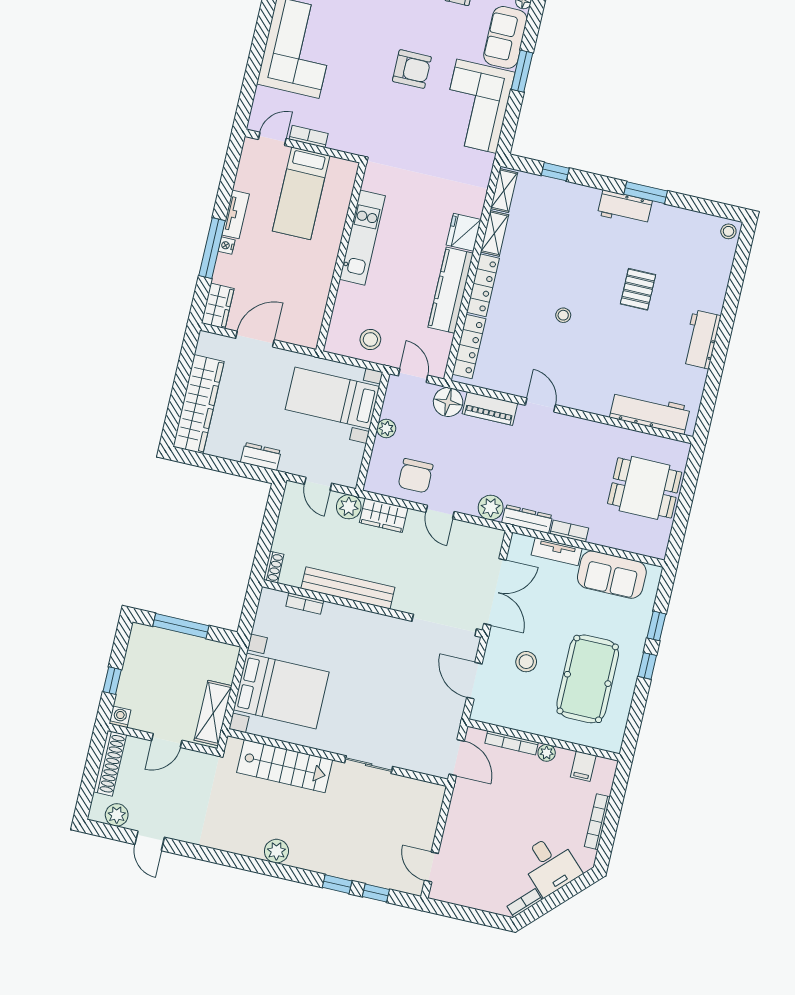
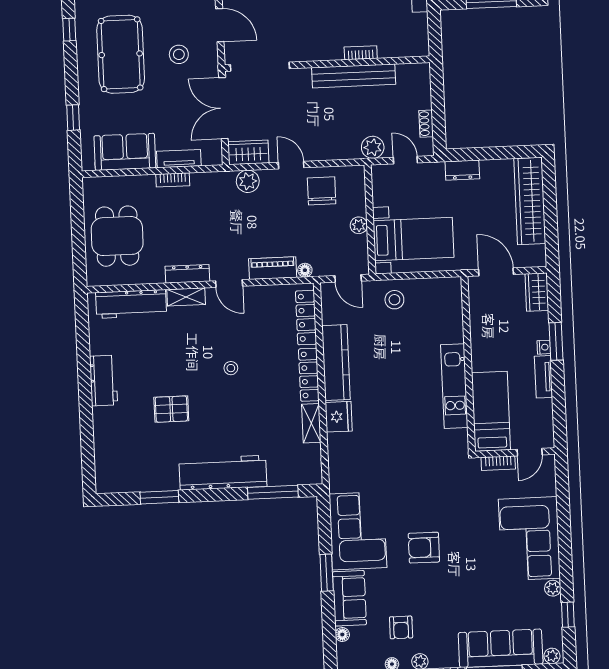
window: (555, 172) -> (273, 492), width x2.17
shelving: (504, 191) -> (186, 297), moved, turned 90
window: (646, 193) -> (159, 497), moved
workbench: (625, 208) -> (223, 473), width x1.88, depth x1.32
stool: (728, 231) -> (106, 482), removed
kitchen unit: (362, 238) -> (454, 386), moved
window: (212, 248) -> (556, 341), width x0.69
wall: (341, 257) -> (468, 364), moved
pallet: (638, 289) -> (171, 409), turned 90
door: (255, 339) -> (496, 272), swing flipped
floor lamp: (448, 402) -> (305, 270), width x0.53, depth x0.53
dining table: (645, 488) -> (117, 236), turned 90
wardrobe: (384, 515) -> (248, 152), moved
dresser: (527, 519) -> (187, 274), moved, turned 180
shoe rack: (274, 567) -> (426, 124), moved
bookcase: (305, 603) -> (361, 53), moved
window: (647, 666) -> (69, 30), moved

